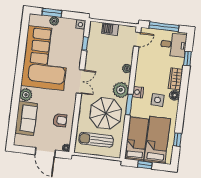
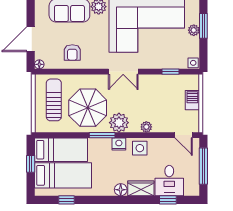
desk: (173, 45) -> (169, 181), moved
side table: (158, 100) -> (140, 148), moved

